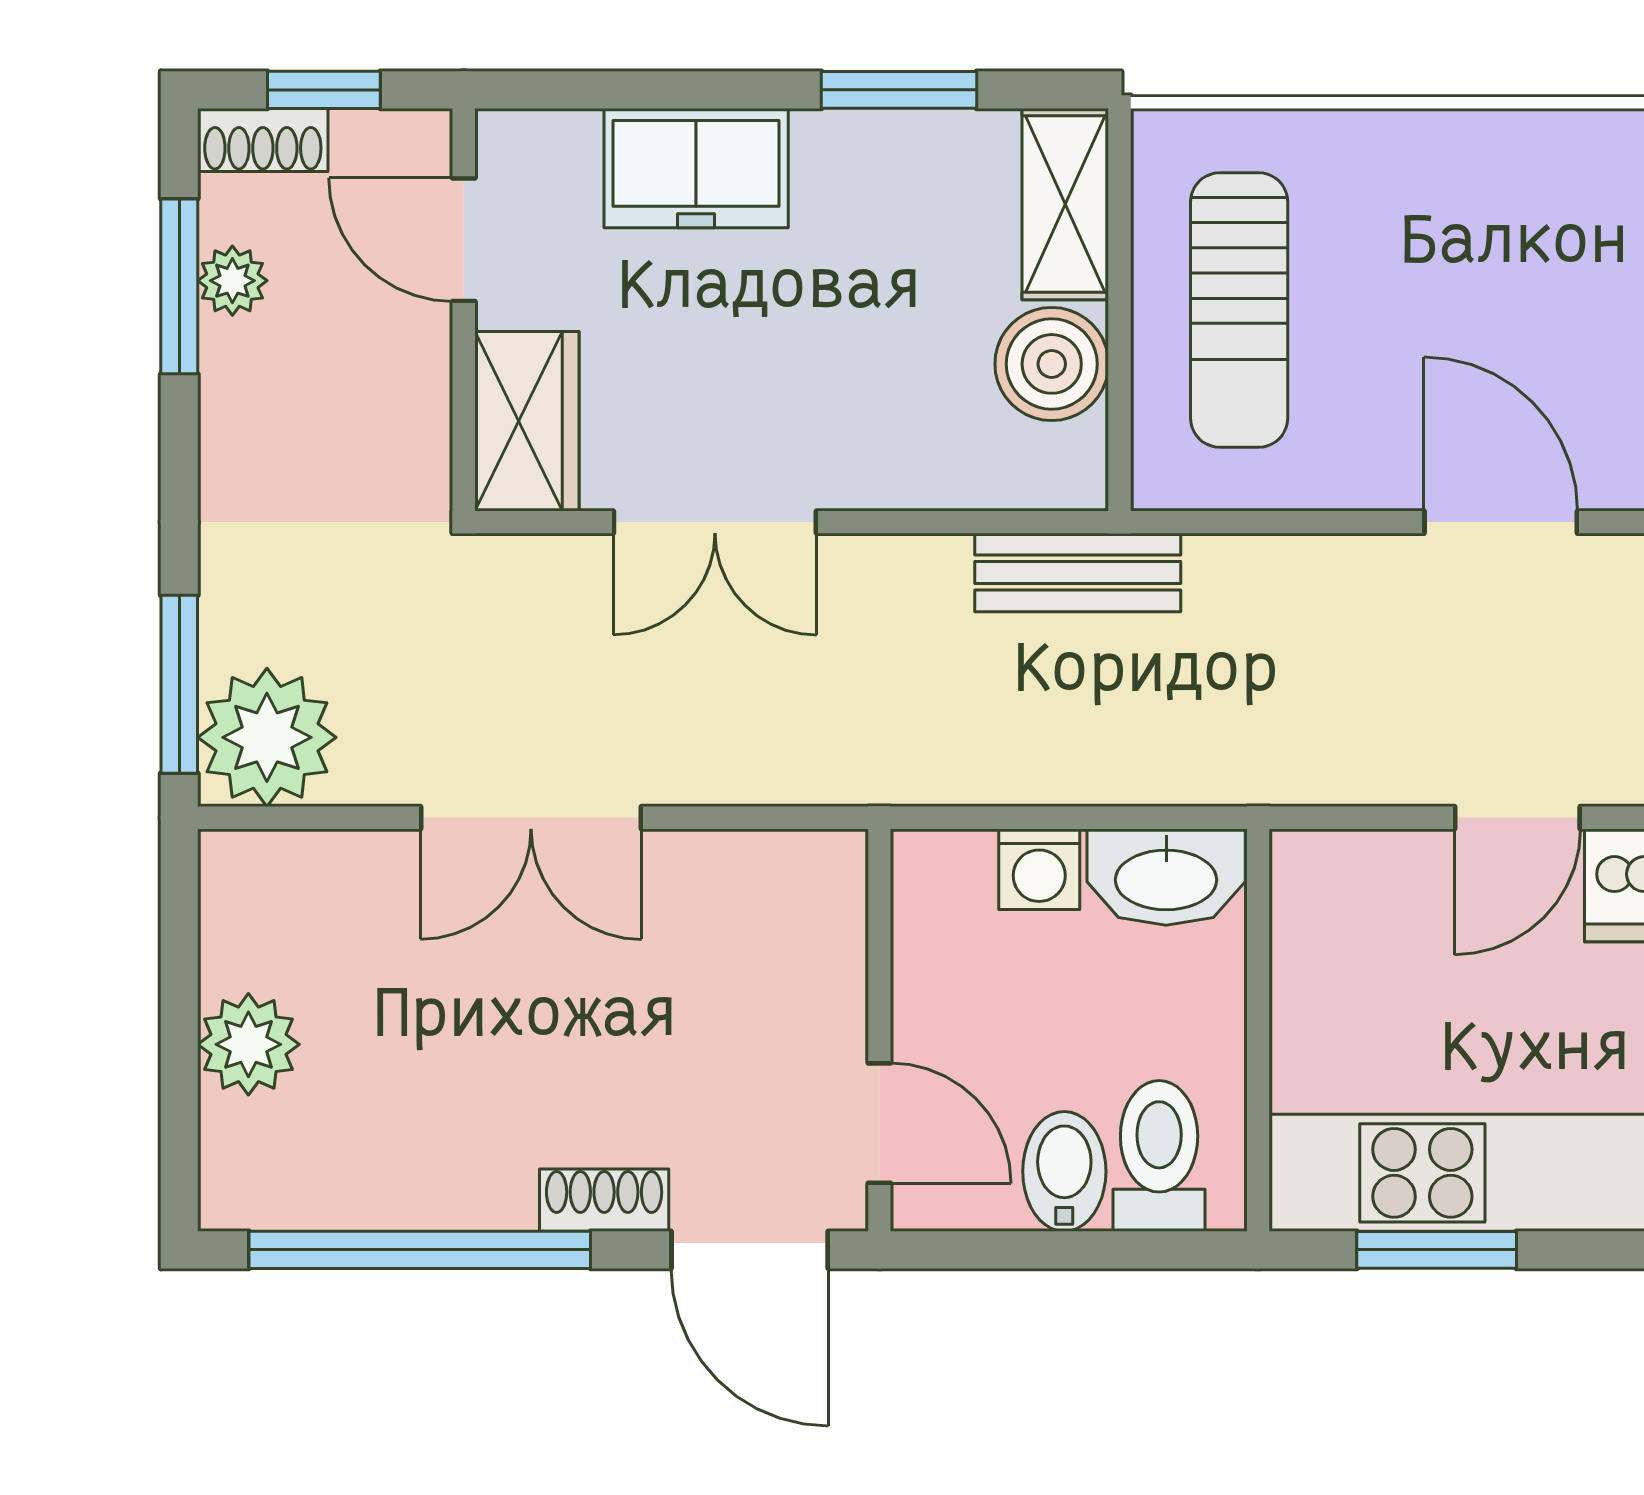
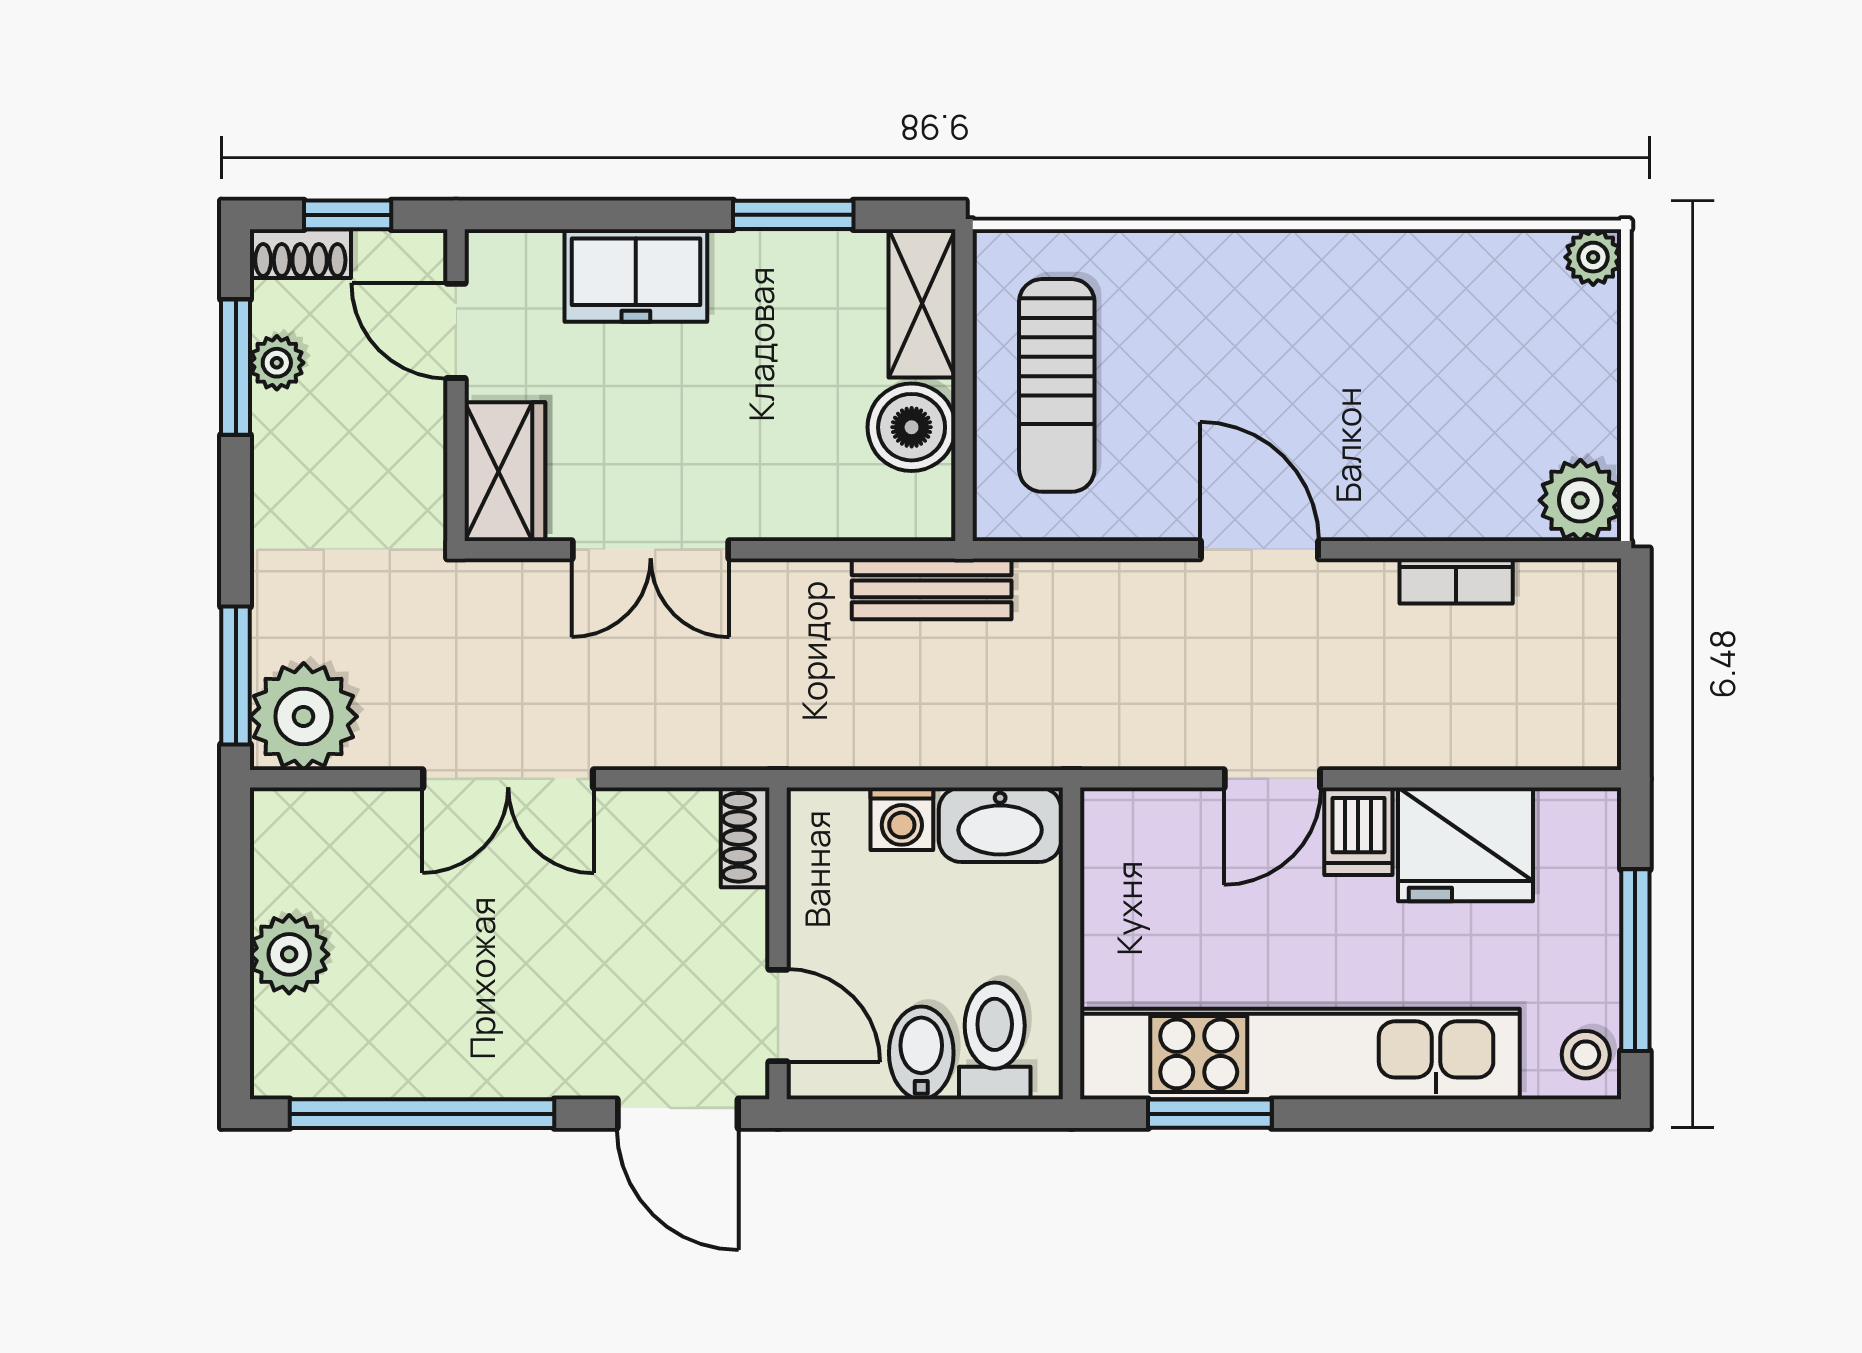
shoe rack: (604, 1200) -> (745, 837), moved, turned -90

